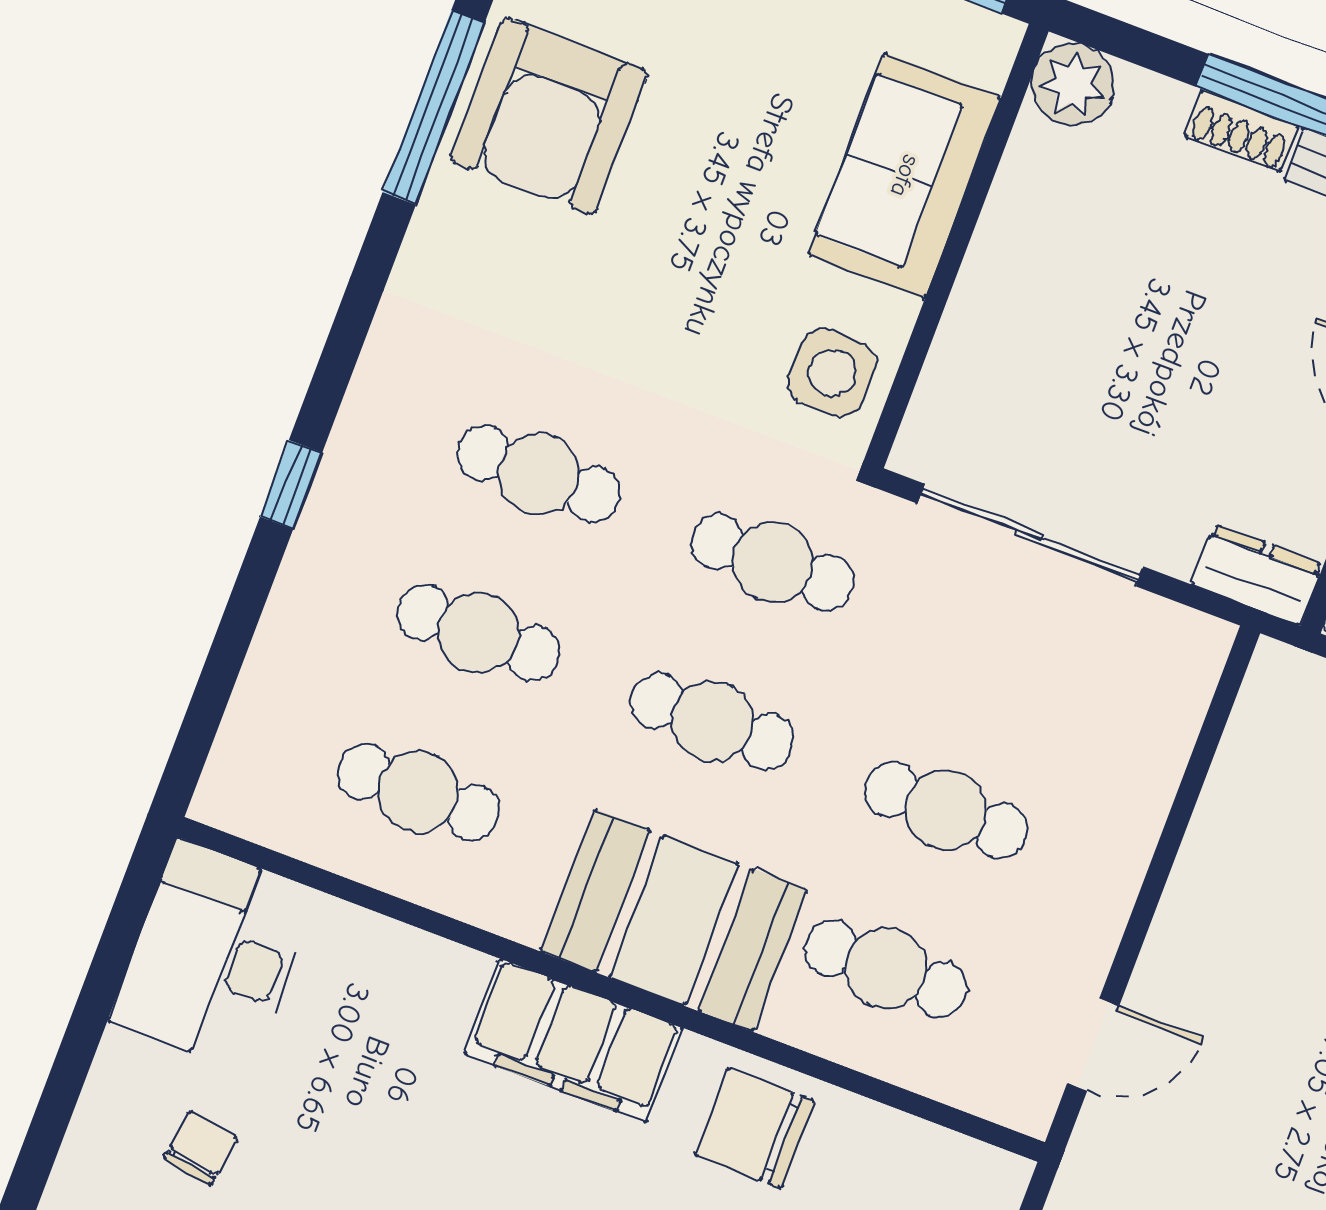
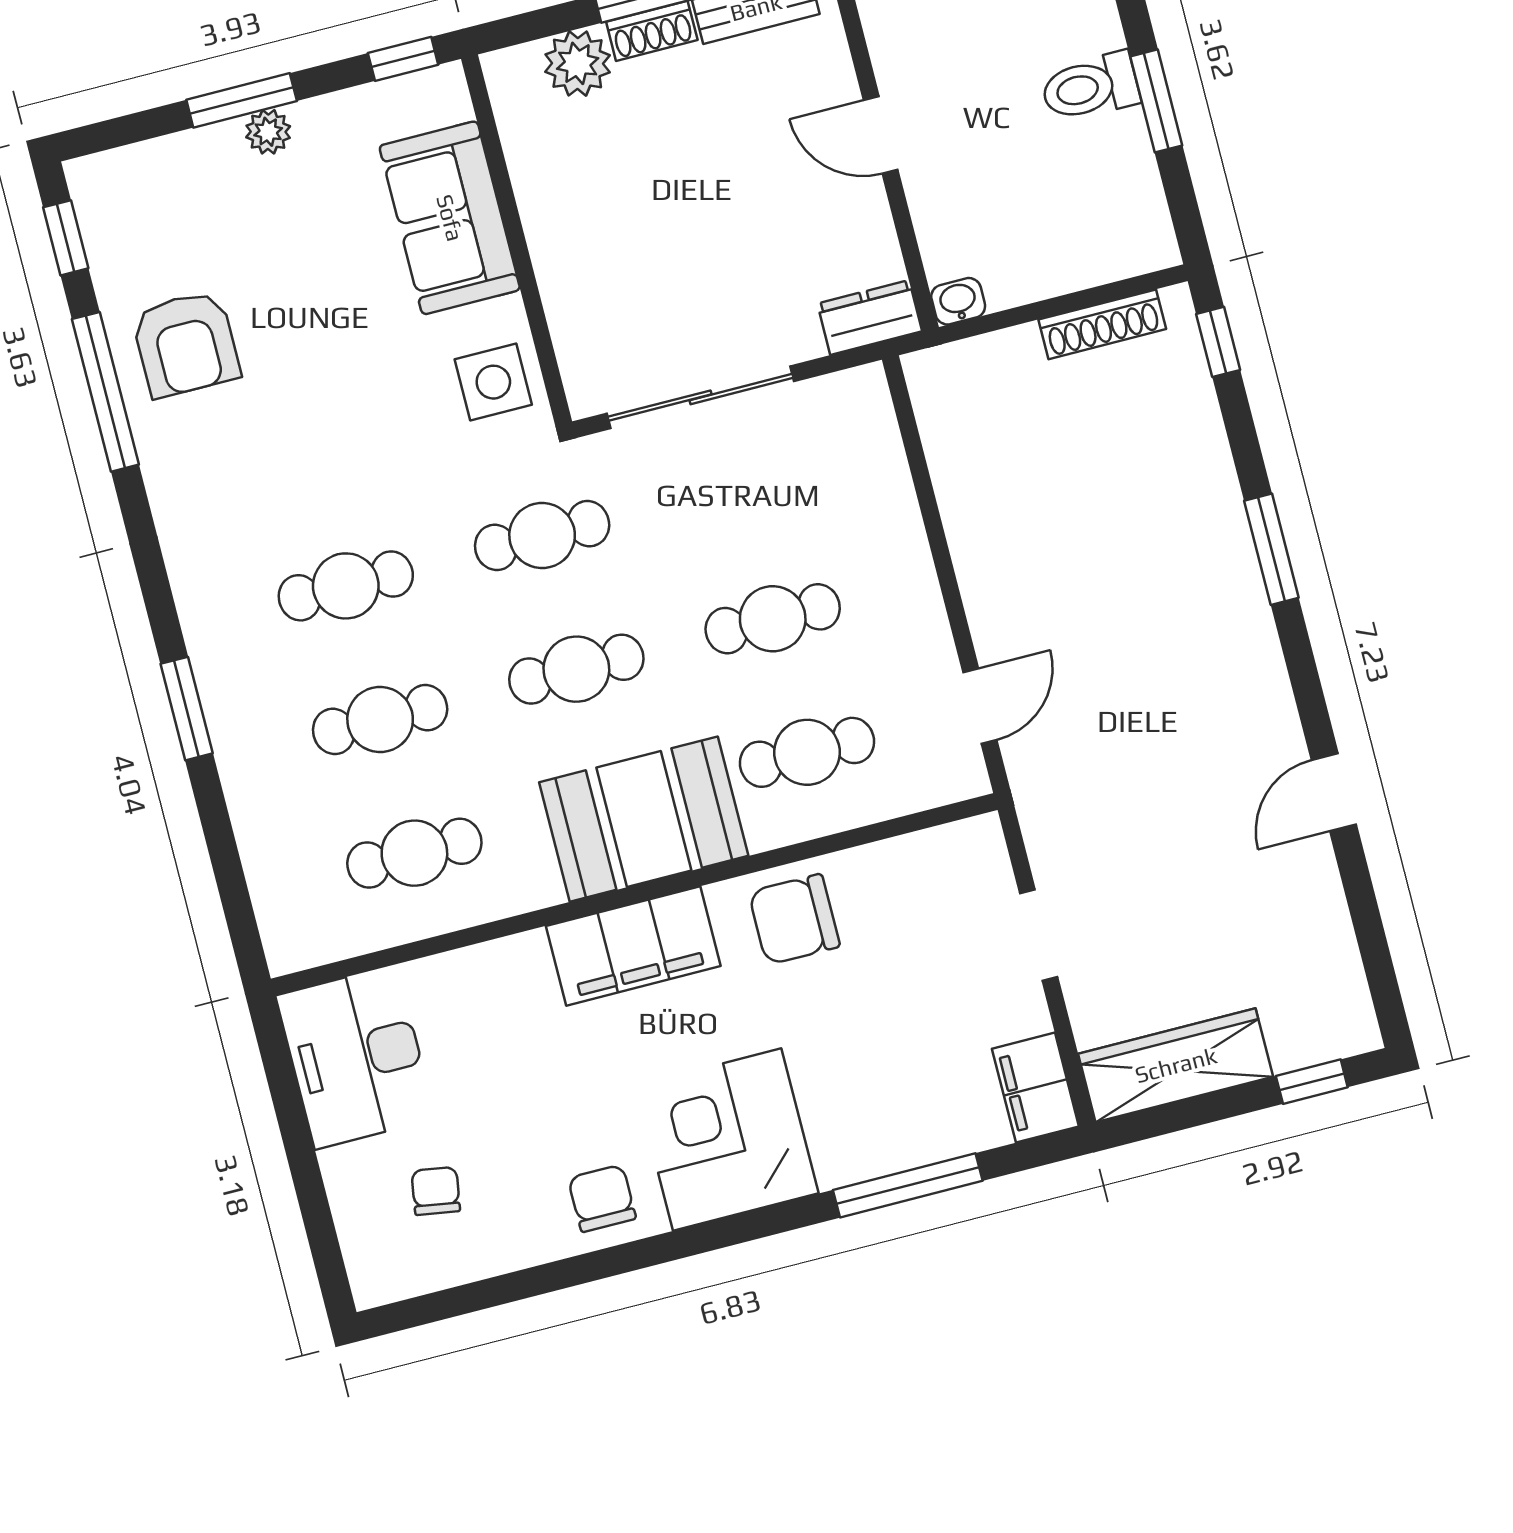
plant: (1073, 84) -> (578, 63), moved
armchair: (549, 116) -> (186, 344), width x0.73, depth x0.73
window: (291, 485) -> (187, 709), width x1.50

